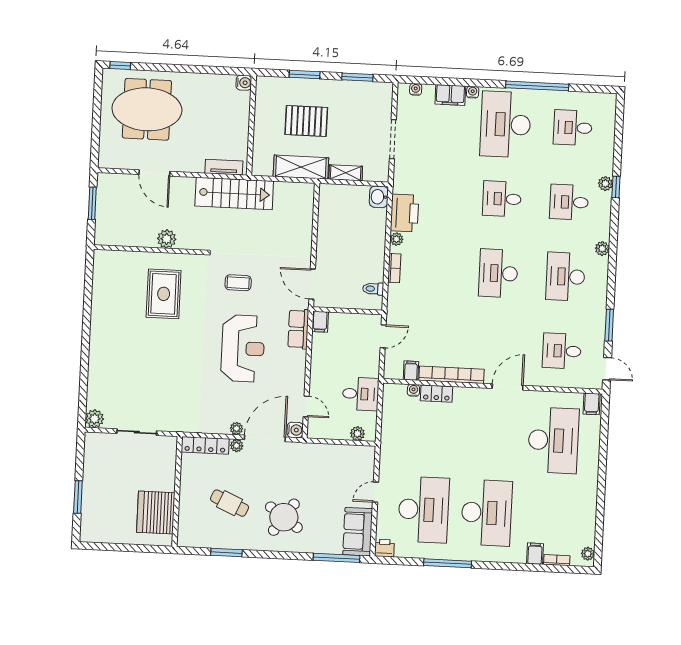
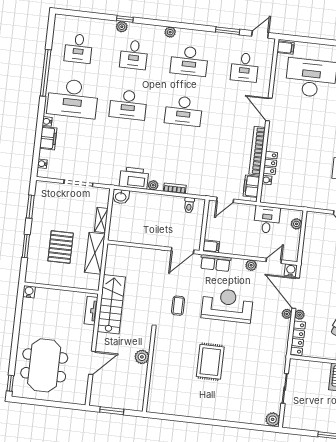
desk: (502, 199) -> (128, 105), width x1.37
rug: (164, 294) -> (210, 362), moved, turned 90
door: (383, 336) -> (225, 200), swing flipped
filing cabinet: (411, 371) -> (251, 186), width x2.00
plant: (298, 377) -> (251, 265), added

